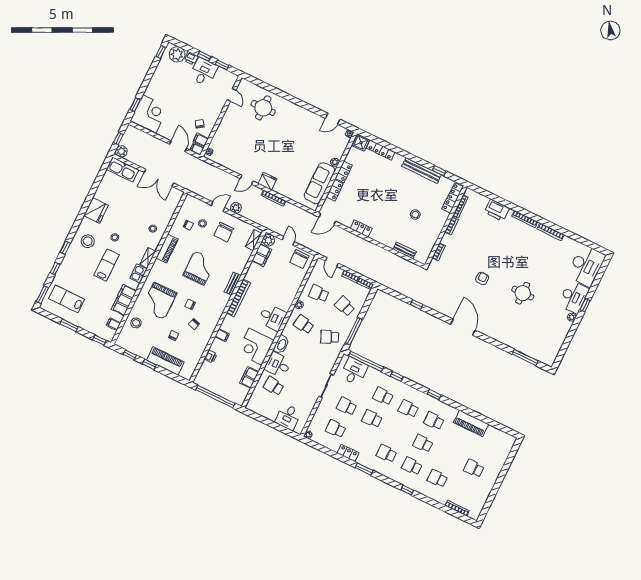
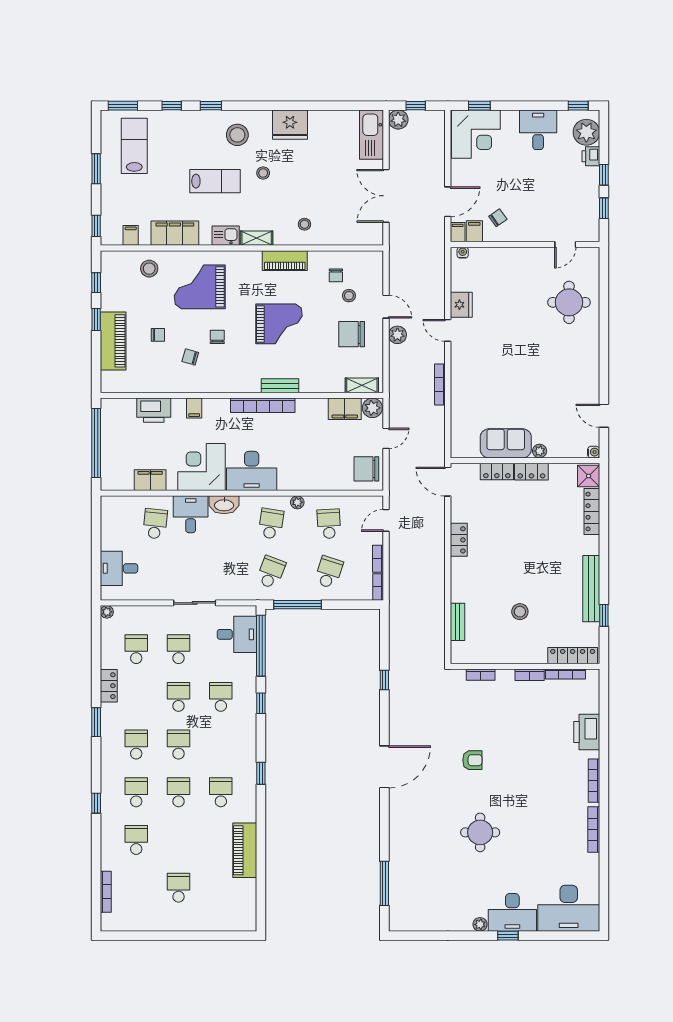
desk: (204, 72) -> (538, 130), moved, turned -90
fridge: (267, 181) -> (461, 305), moved
sofa: (320, 183) -> (506, 443), width x0.73
desk: (272, 317) -> (252, 471), width x1.37
school desk: (330, 337) -> (271, 572), turned 45
printer: (211, 356) -> (154, 410), width x1.87, depth x1.48
school desk: (408, 409) -> (179, 745), moved

